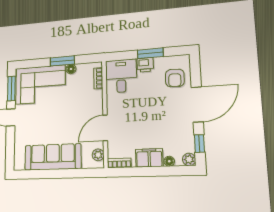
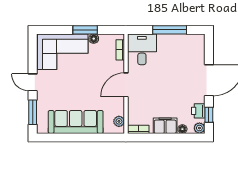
window: (150, 53) -> (170, 30), width x1.44
printer: (145, 65) -> (198, 111), moved, turned 90
armchair: (175, 78) -> (191, 55), removed
window: (11, 88) -> (33, 112), moved
door: (105, 128) -> (126, 85), moved

